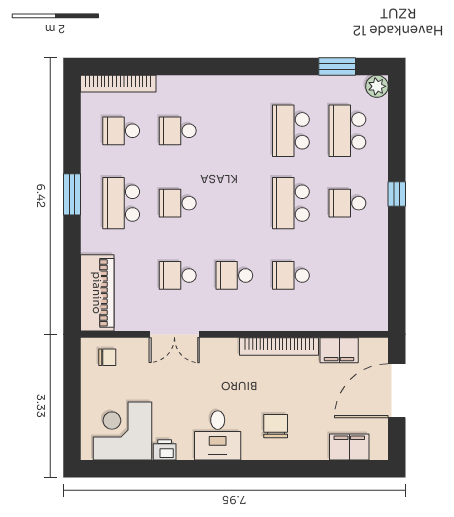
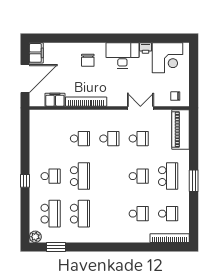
desk: (218, 435) -> (122, 55), width x1.37
filing cabinet: (349, 447) -> (36, 53), moved, turned -90

